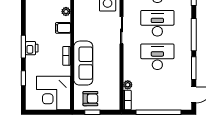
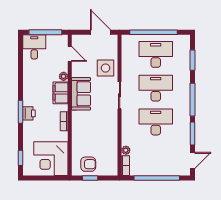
filing cabinet: (63, 28) -> (61, 93), width x2.00
sofa: (83, 63) -> (81, 94), moved, width x0.73
window: (23, 78) -> (21, 158), moved

